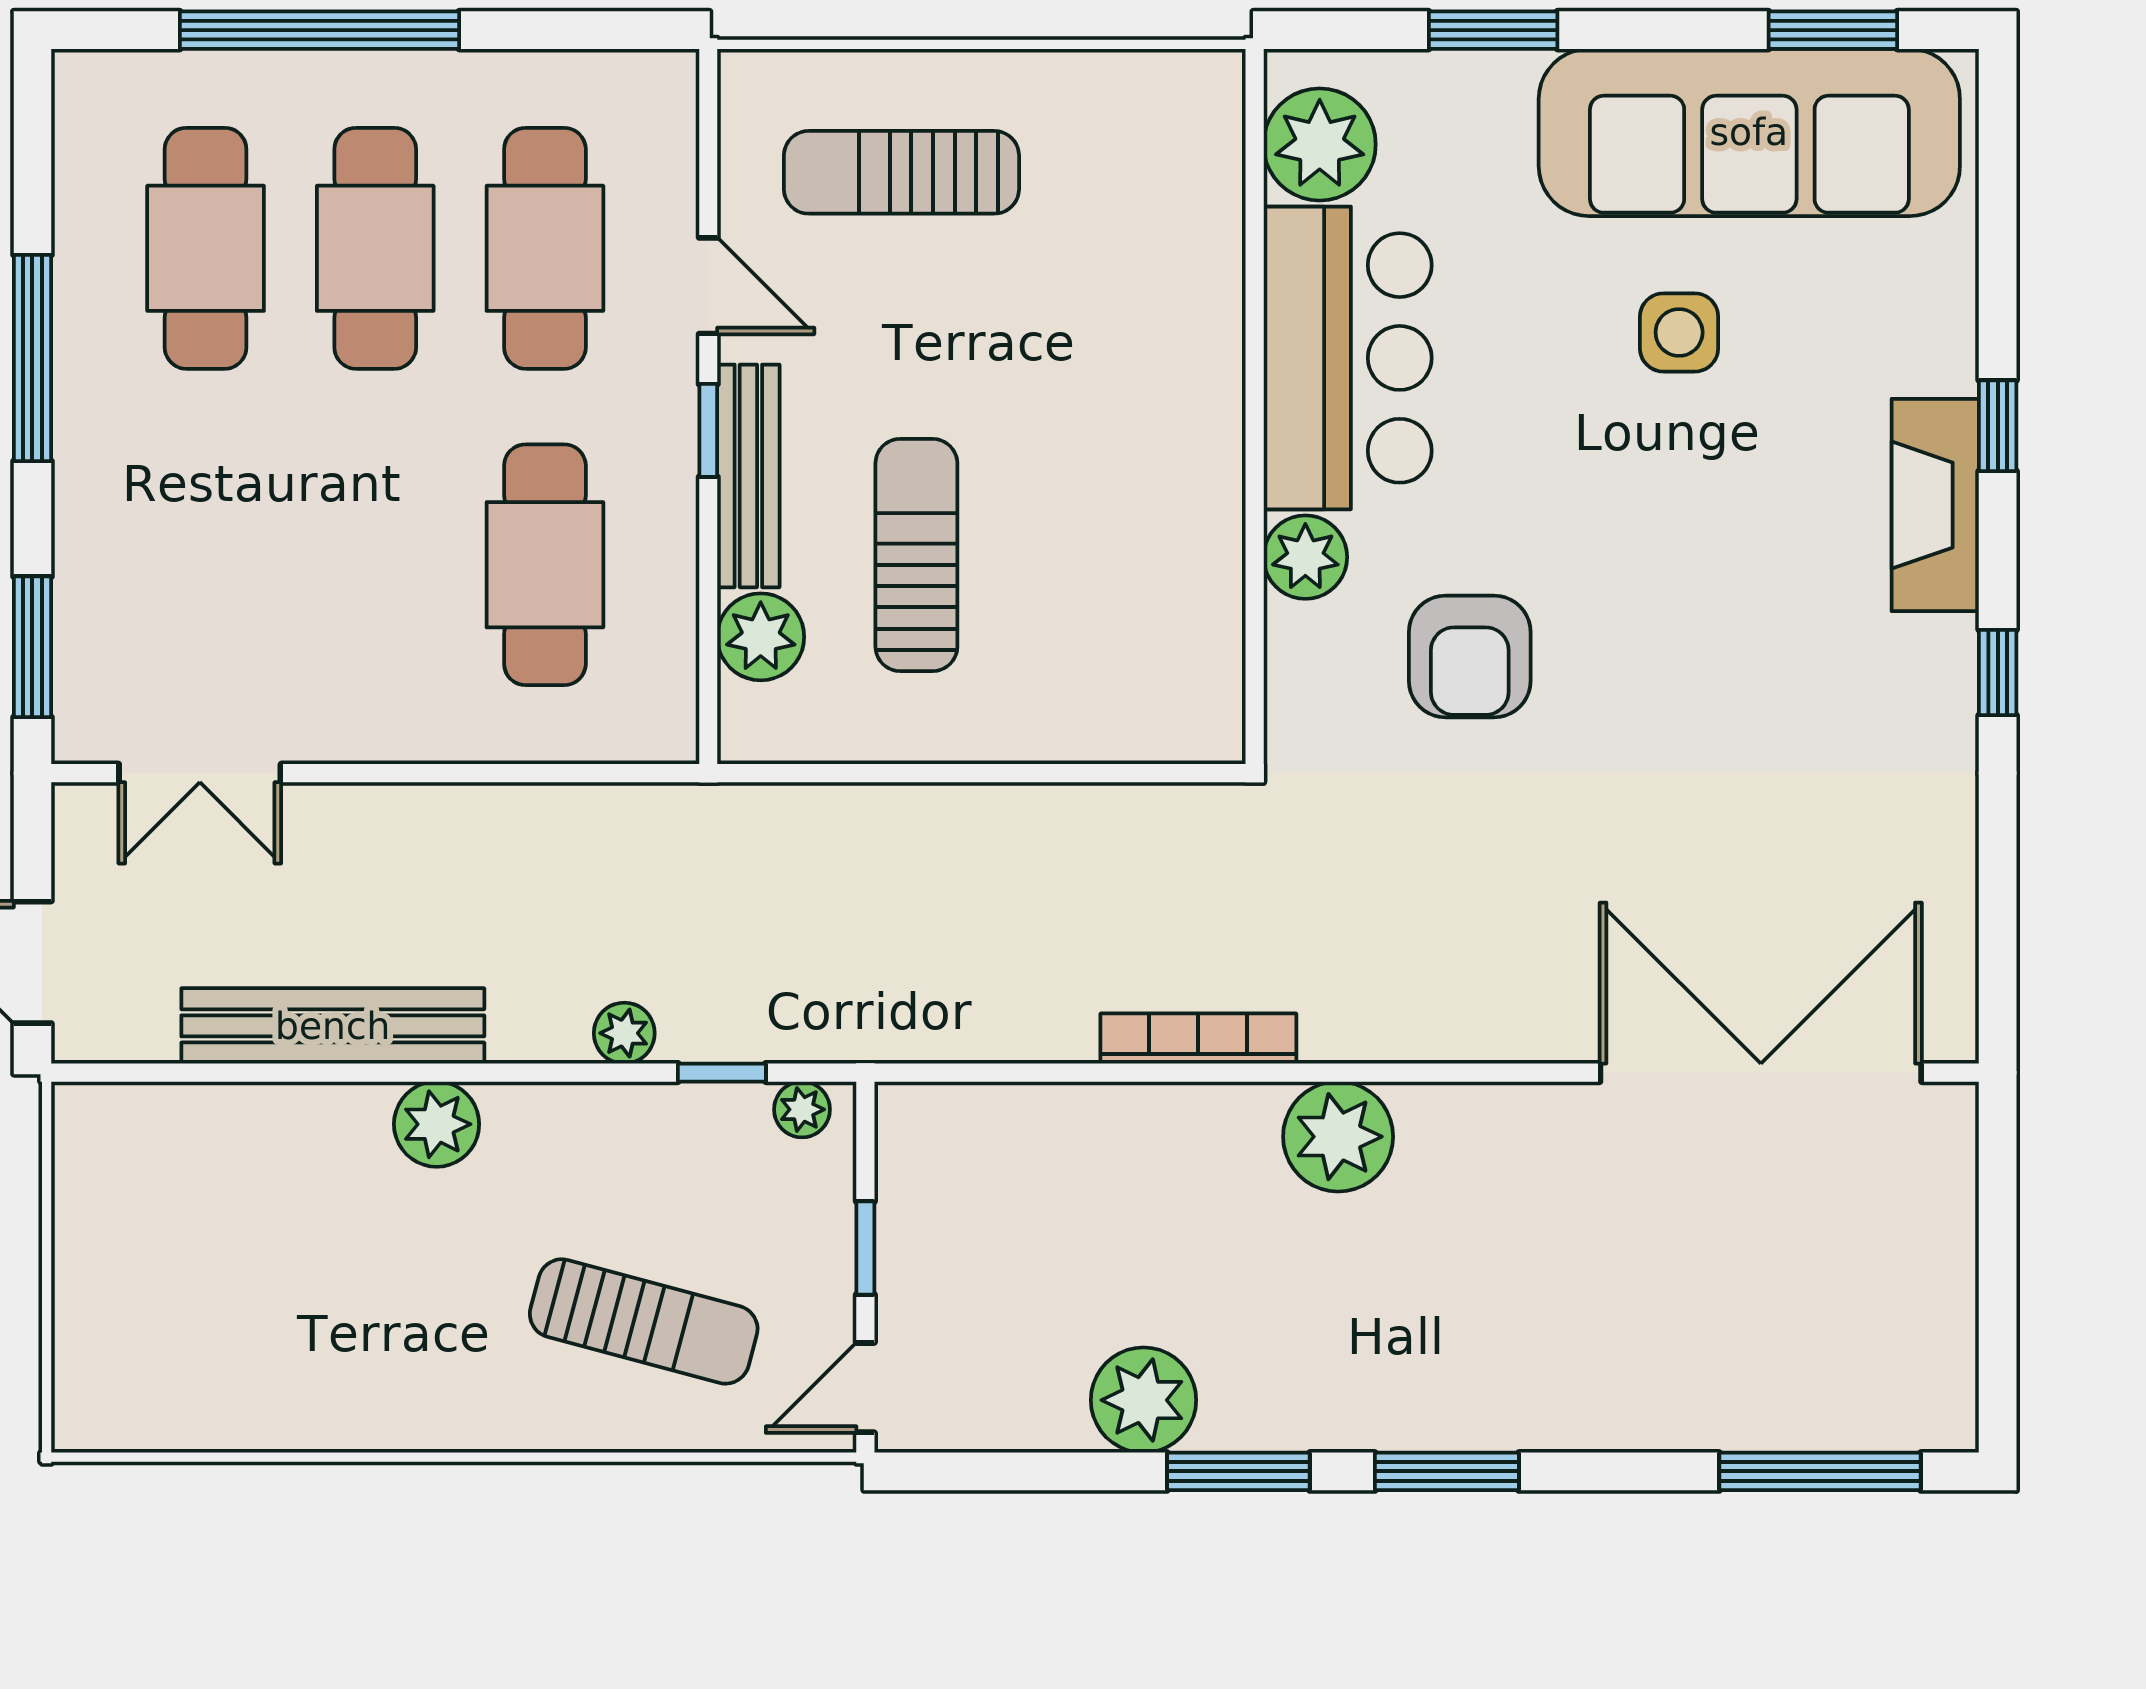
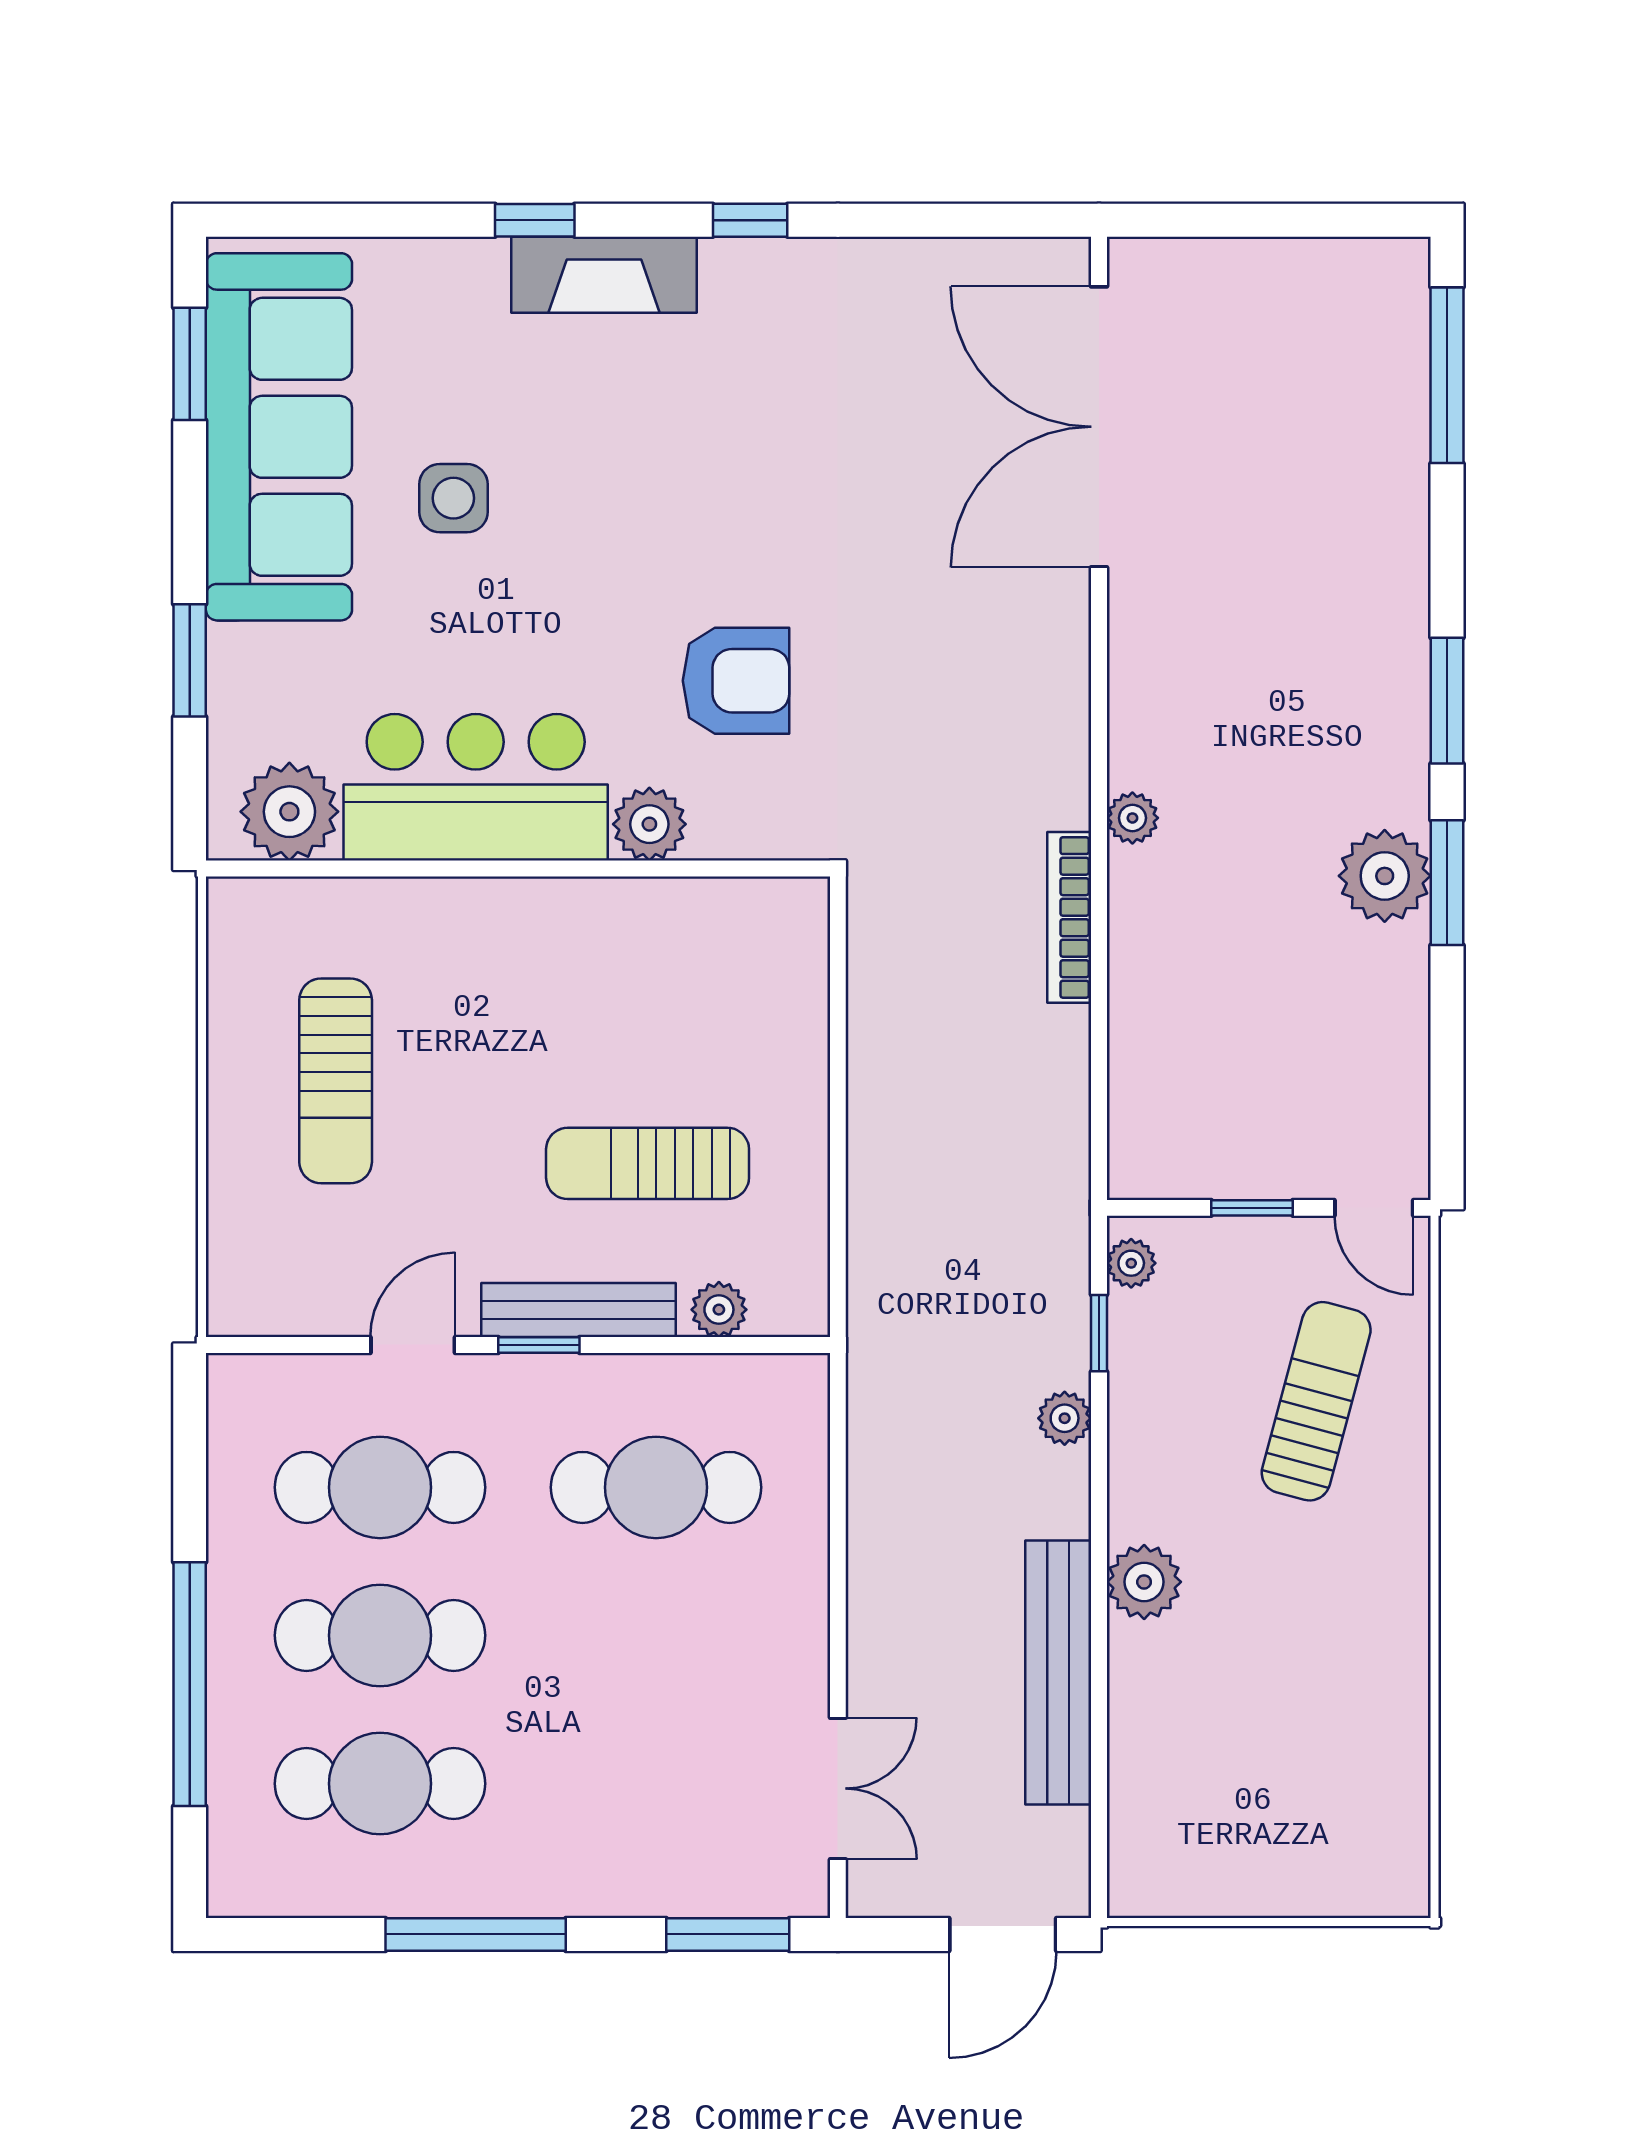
sun lounger: (901, 172) -> (336, 1081), moved
plant: (761, 637) -> (719, 1310), width x0.73, depth x0.73
plant: (1338, 1137) -> (1132, 818), width x0.53, depth x0.53
plant: (1143, 1400) -> (1385, 876), moved

